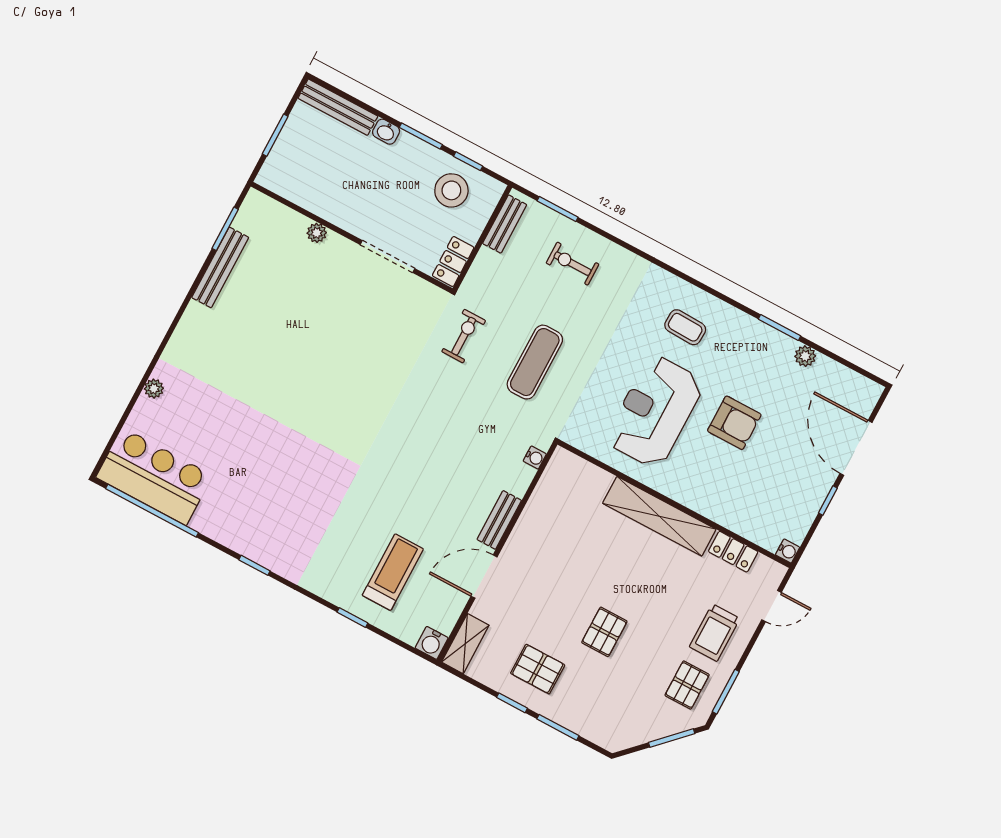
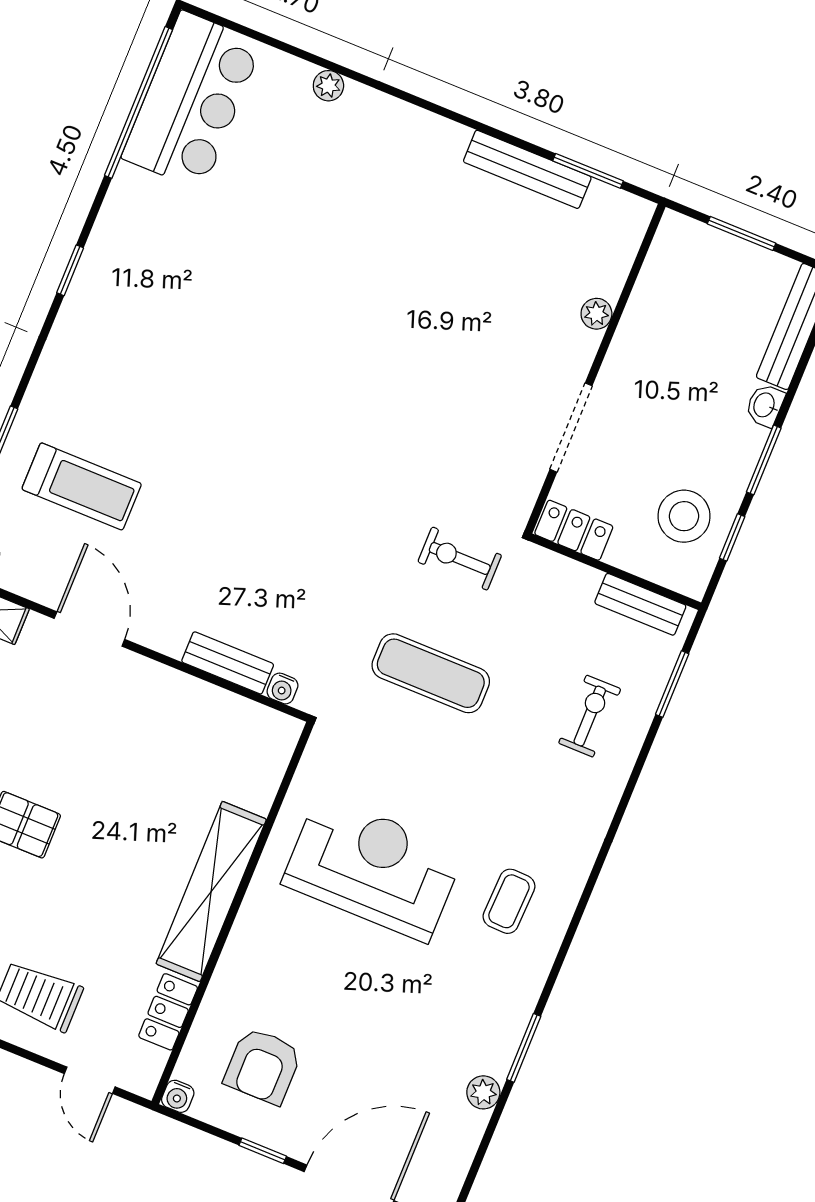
exercise bike: (464, 336) -> (460, 559), turned 180
armchair: (734, 423) -> (263, 1066), moved
bench: (499, 520) -> (228, 663), moved

